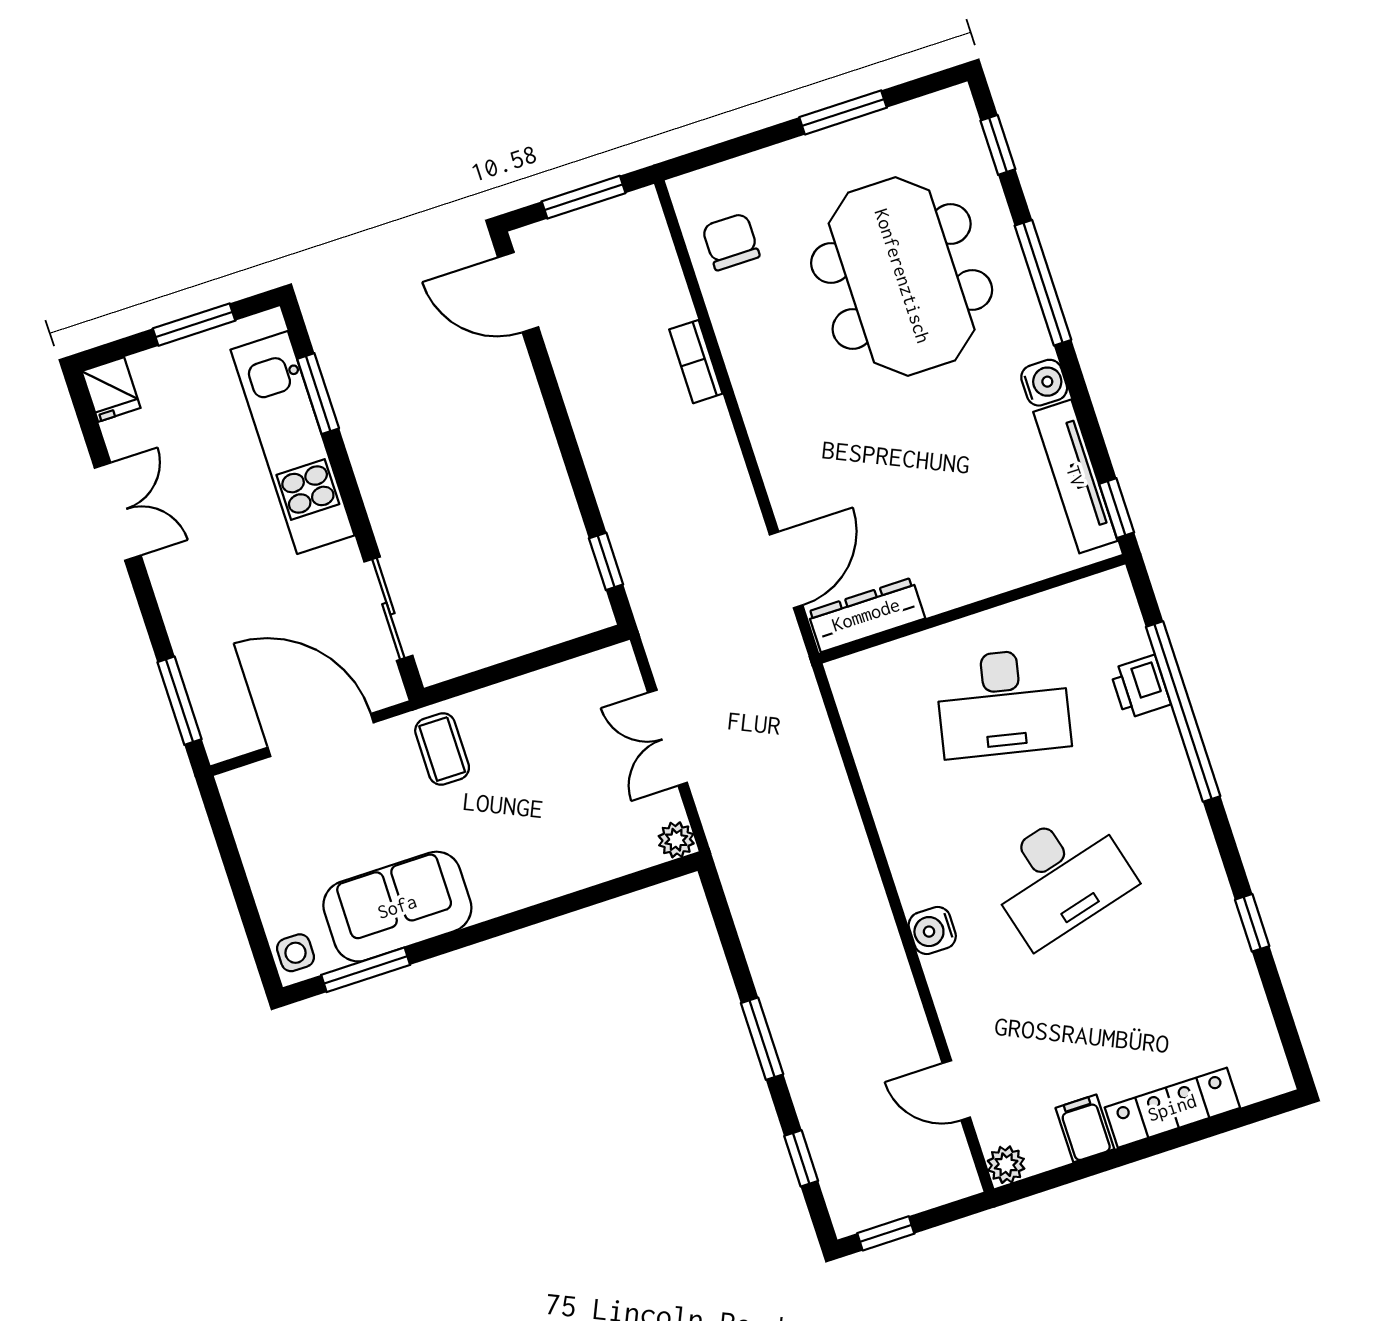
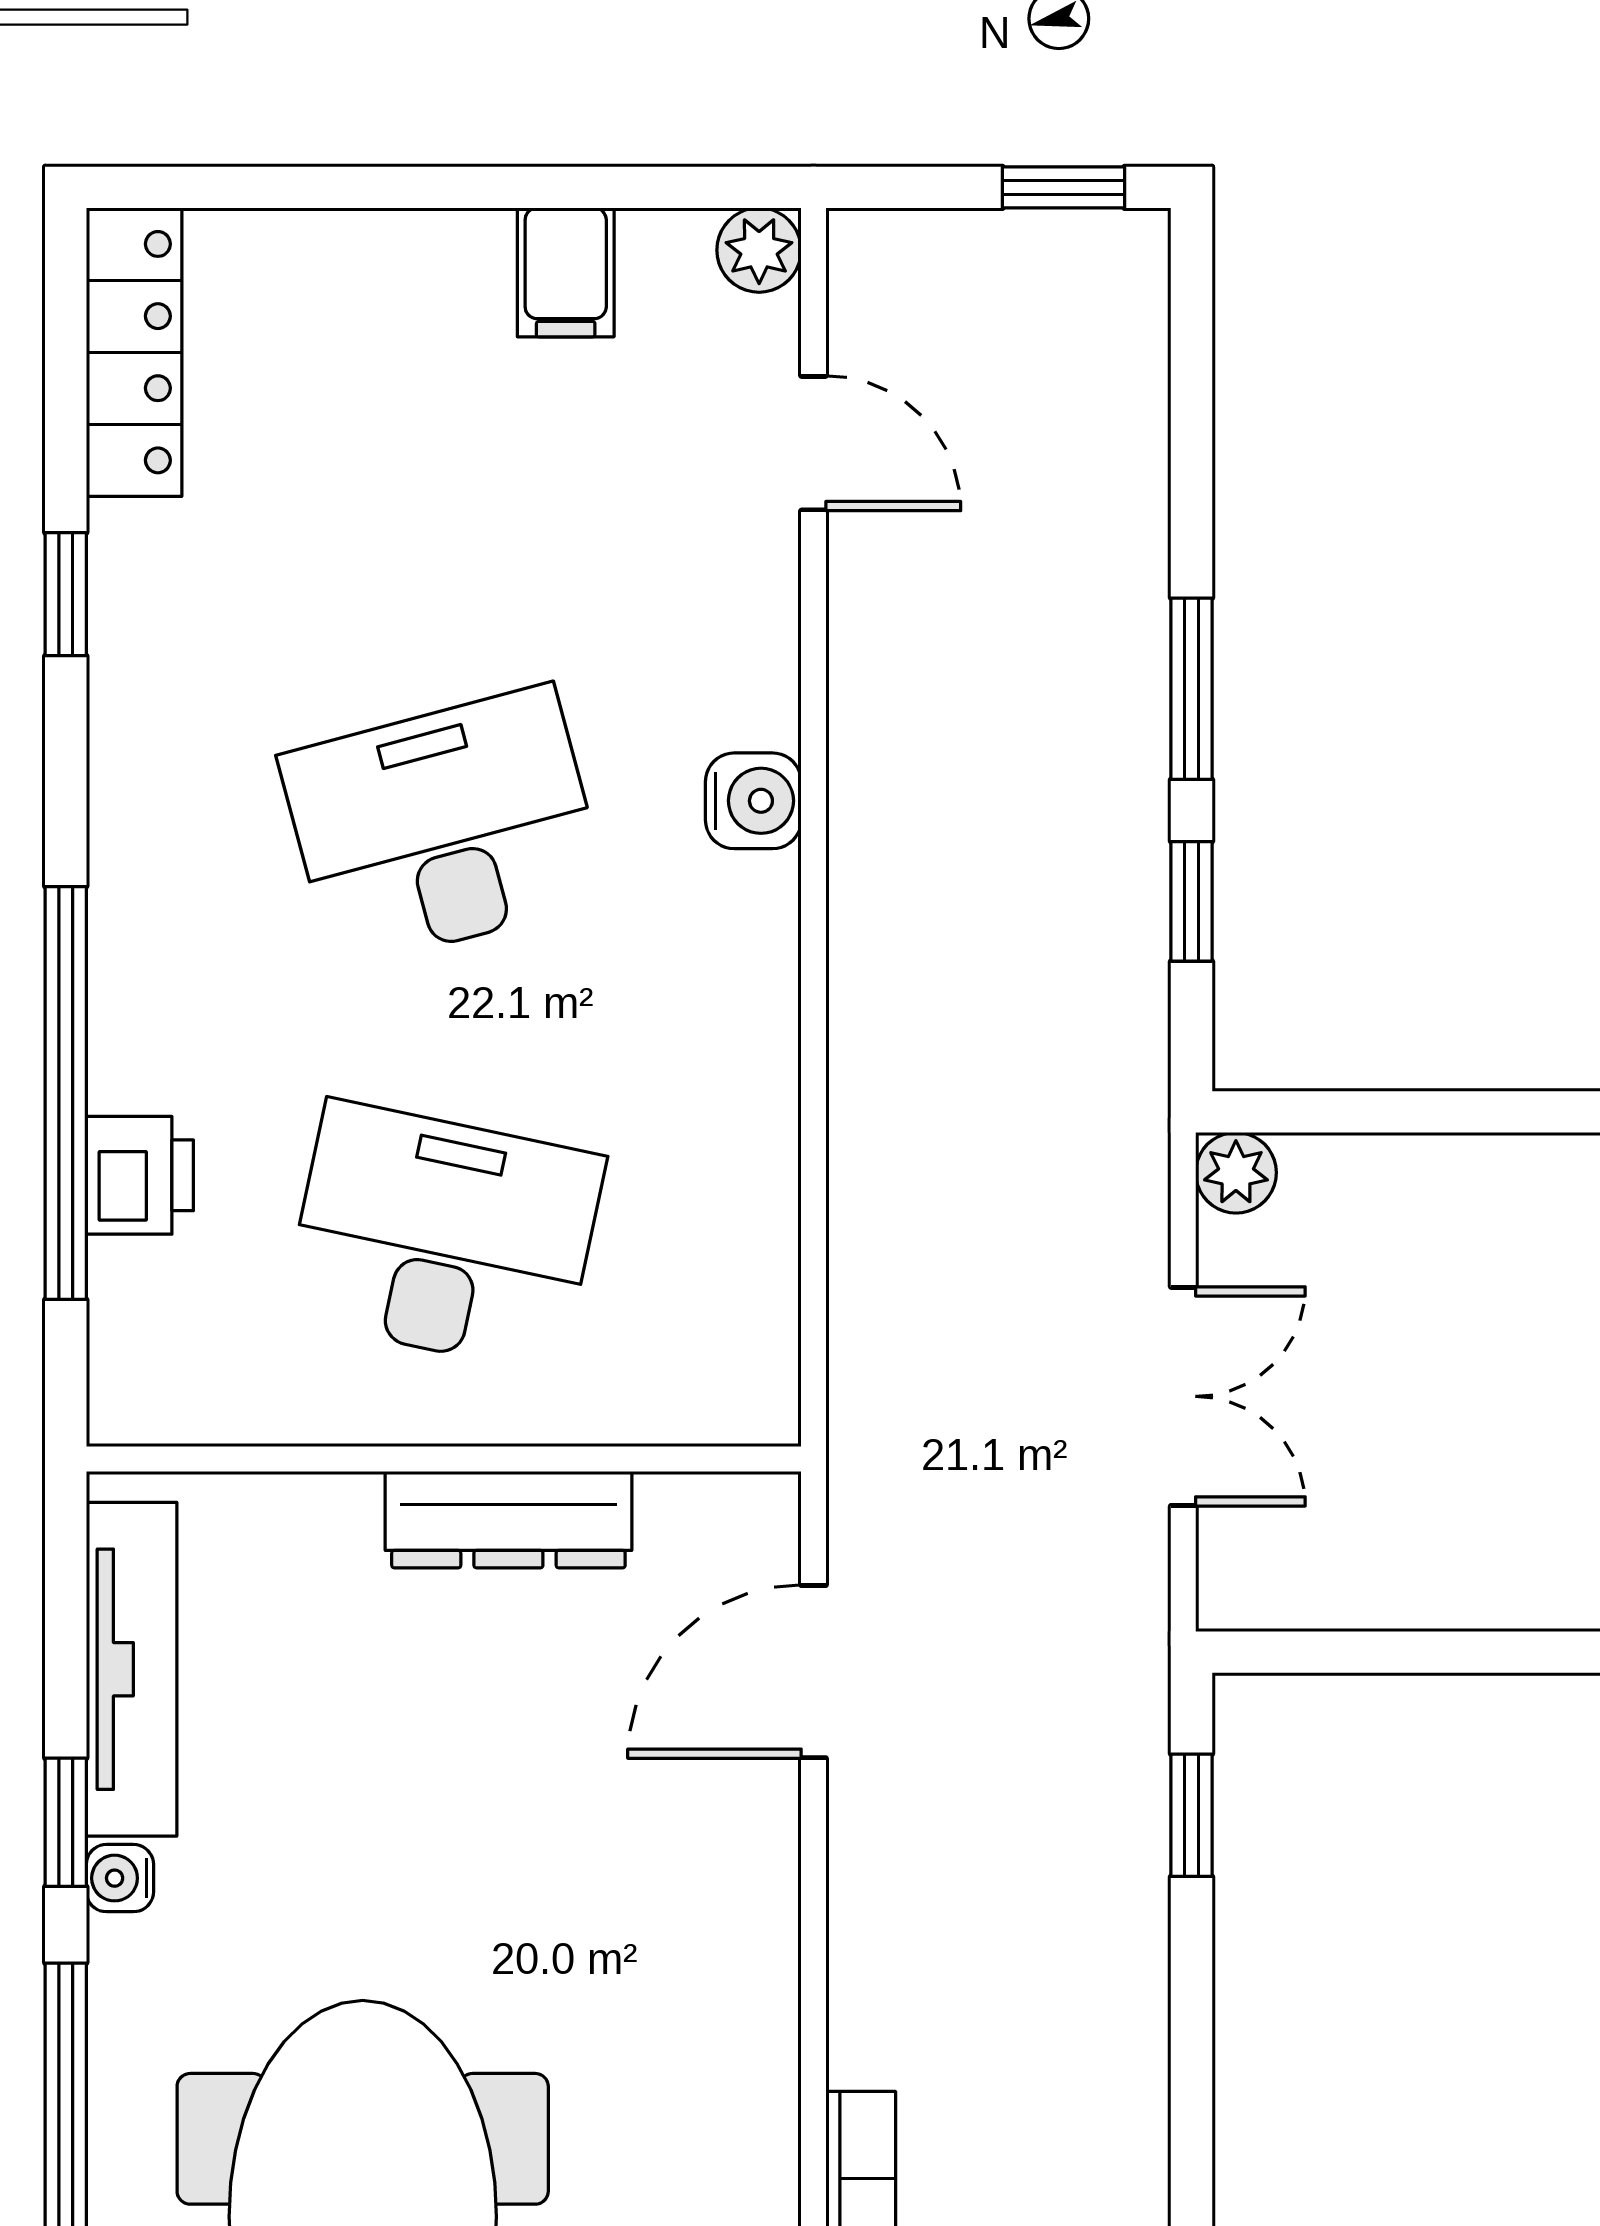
water cooler: (1044, 383) -> (120, 1878), width x0.72, depth x0.72
window: (1117, 508) -> (66, 1822), moved
dresser: (866, 615) -> (508, 1520), moved
locker: (1172, 1108) -> (134, 352), moved, turned -90
window: (801, 1158) -> (1192, 901), moved

